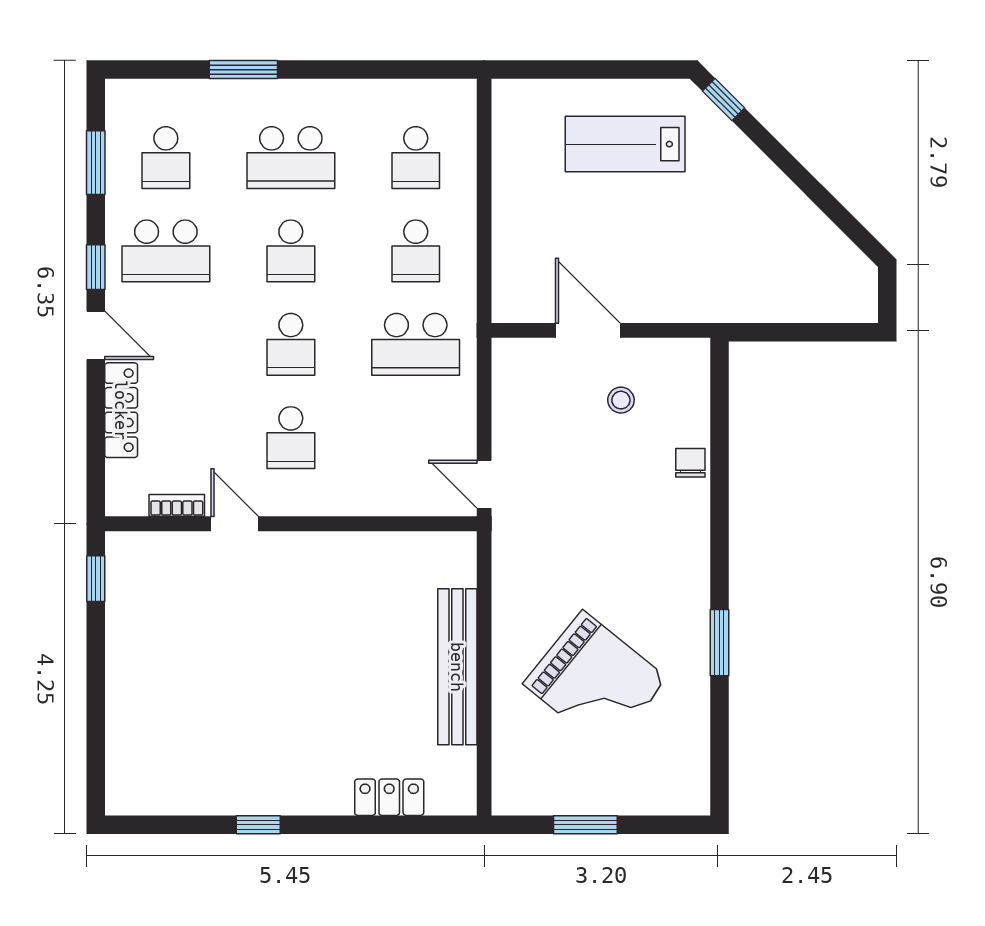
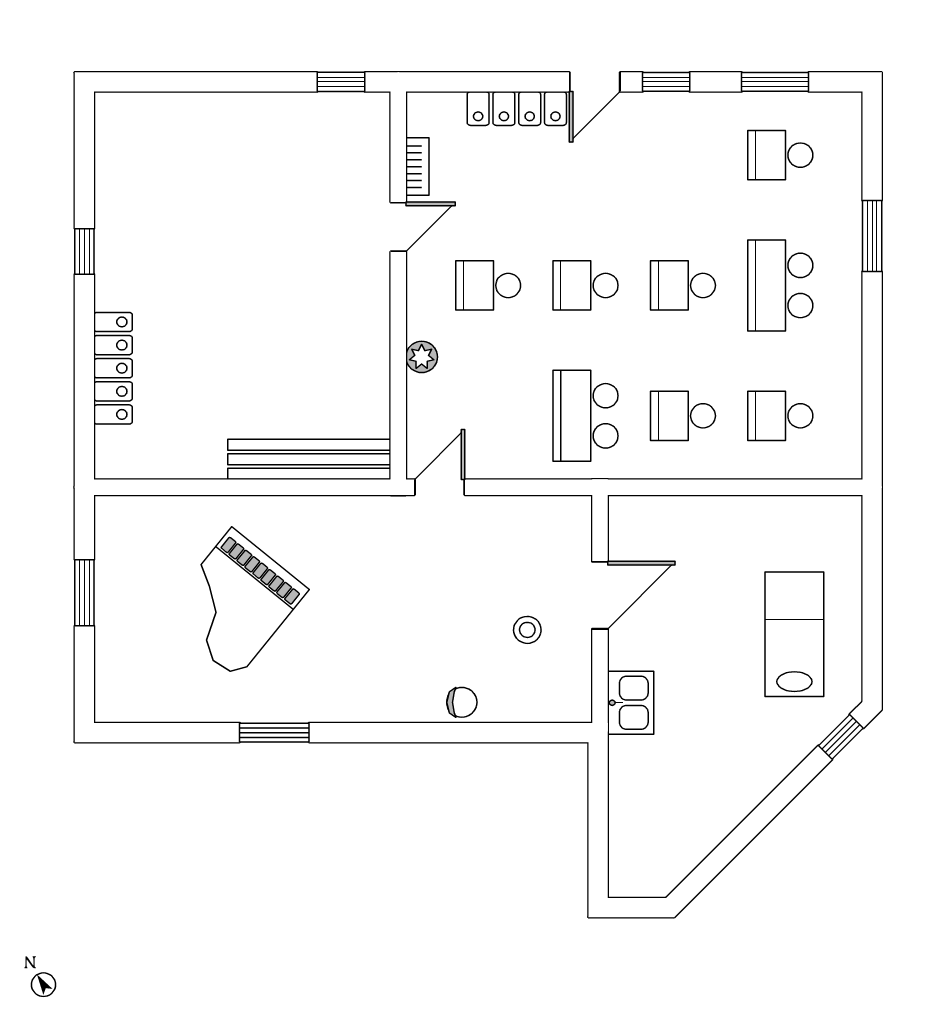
school desk: (166, 251) -> (683, 155), removed
kitchen sink: (691, 301) -> (631, 703), added
plant: (359, 501) -> (422, 357), added
bench: (457, 667) -> (309, 459), moved
locker: (389, 797) -> (113, 368), width x1.53

